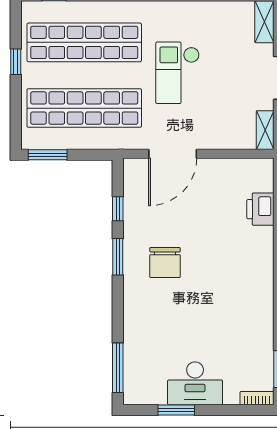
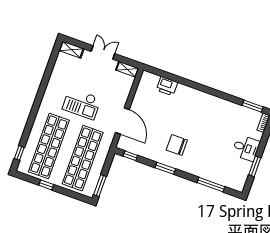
window: (118, 209) -> (130, 156), moved
chair: (165, 262) -> (177, 145), turned 180
window: (118, 368) -> (211, 185), moved
desk: (195, 383) -> (246, 148), width x0.73

